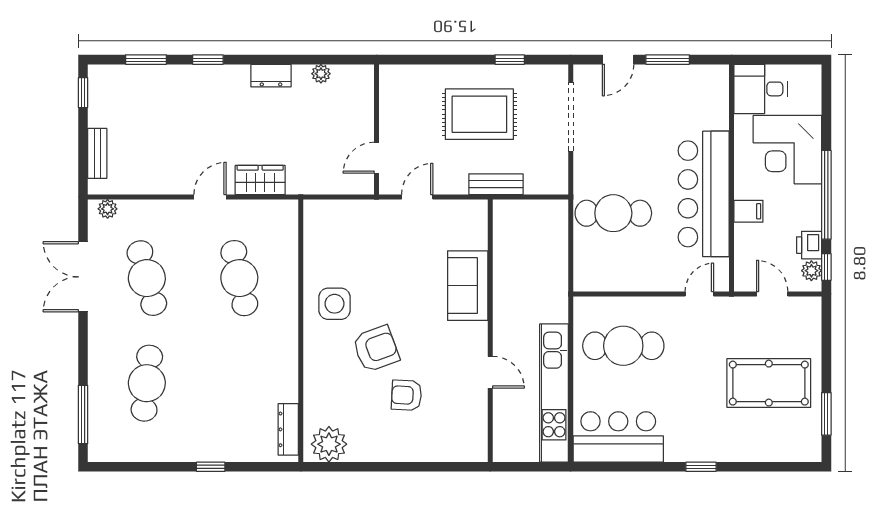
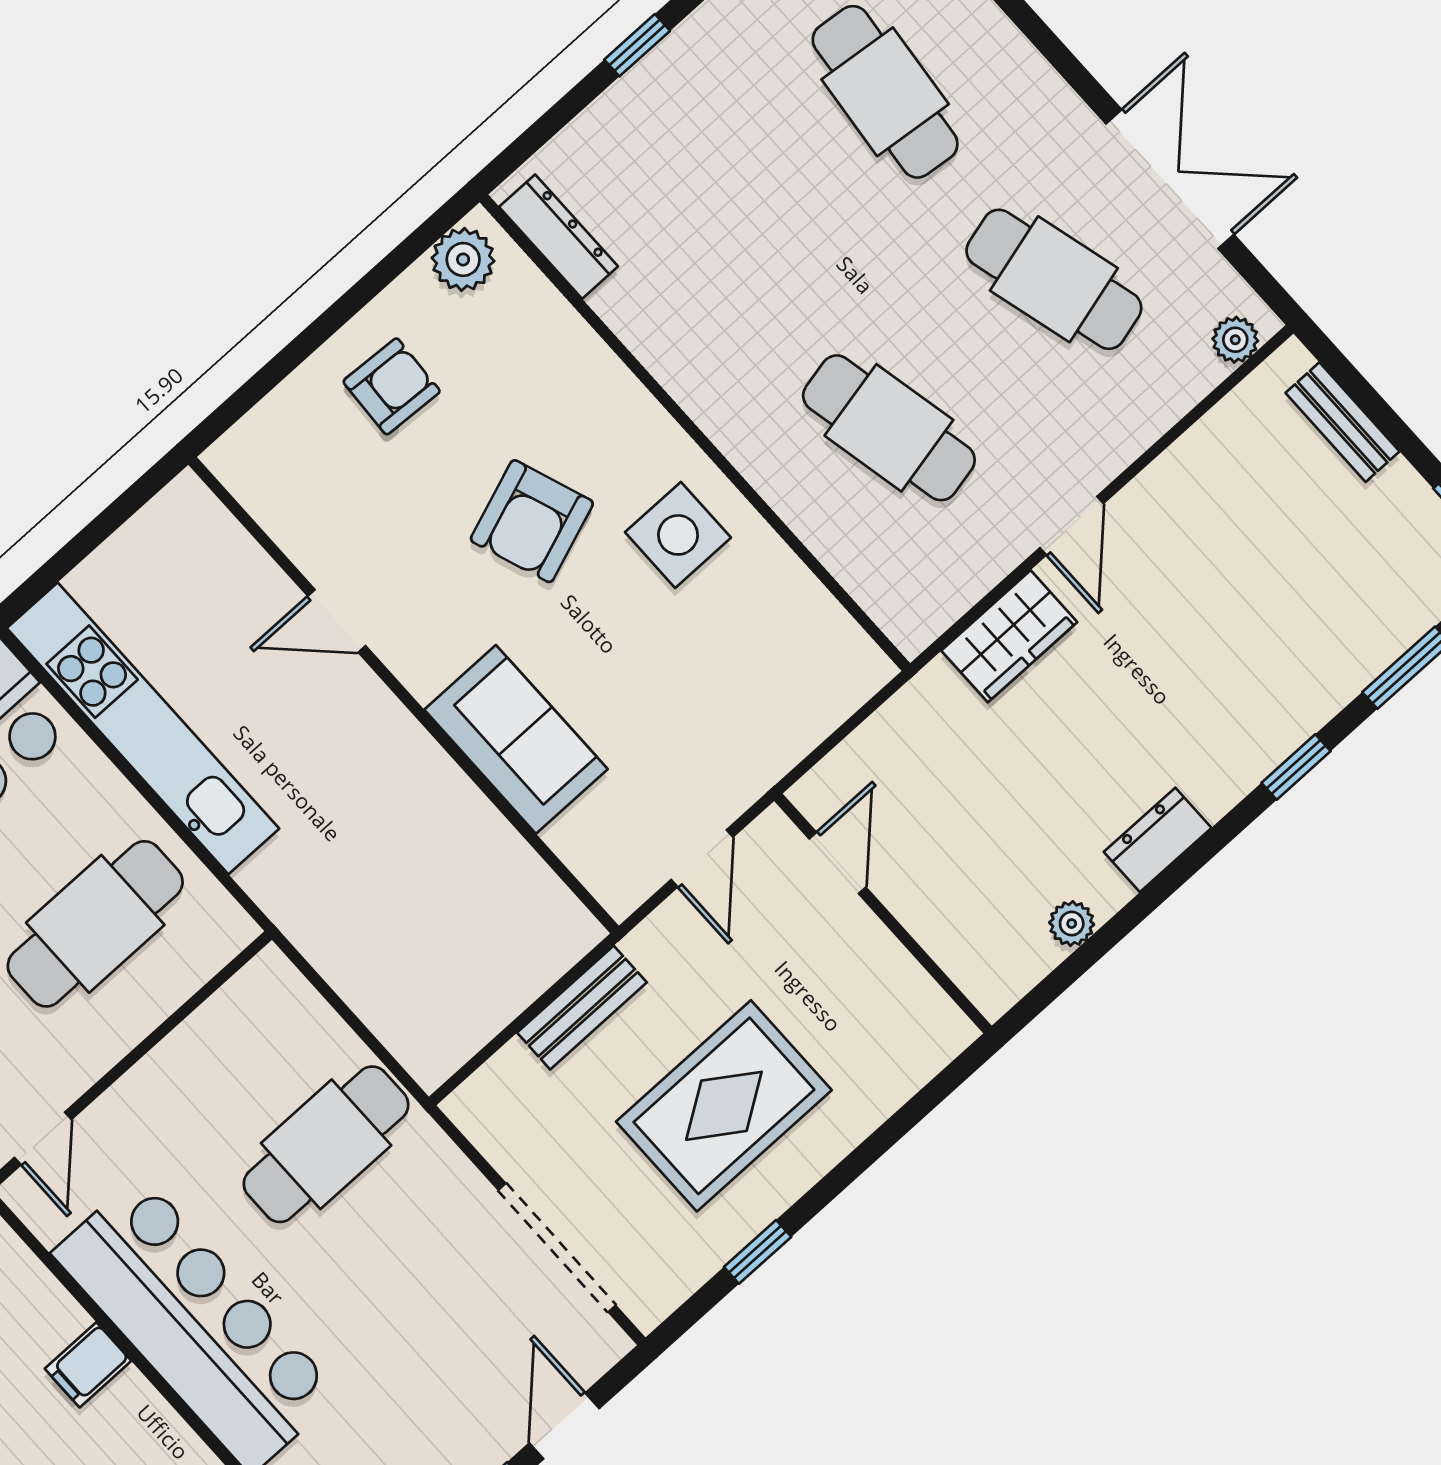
sofa: (468, 286) -> (516, 739), moved
wall: (490, 331) -> (404, 695), moved
door: (490, 372) -> (337, 621), moved
armchair: (407, 395) -> (392, 386), moved
plant: (329, 444) -> (463, 259), width x0.73, depth x0.73

